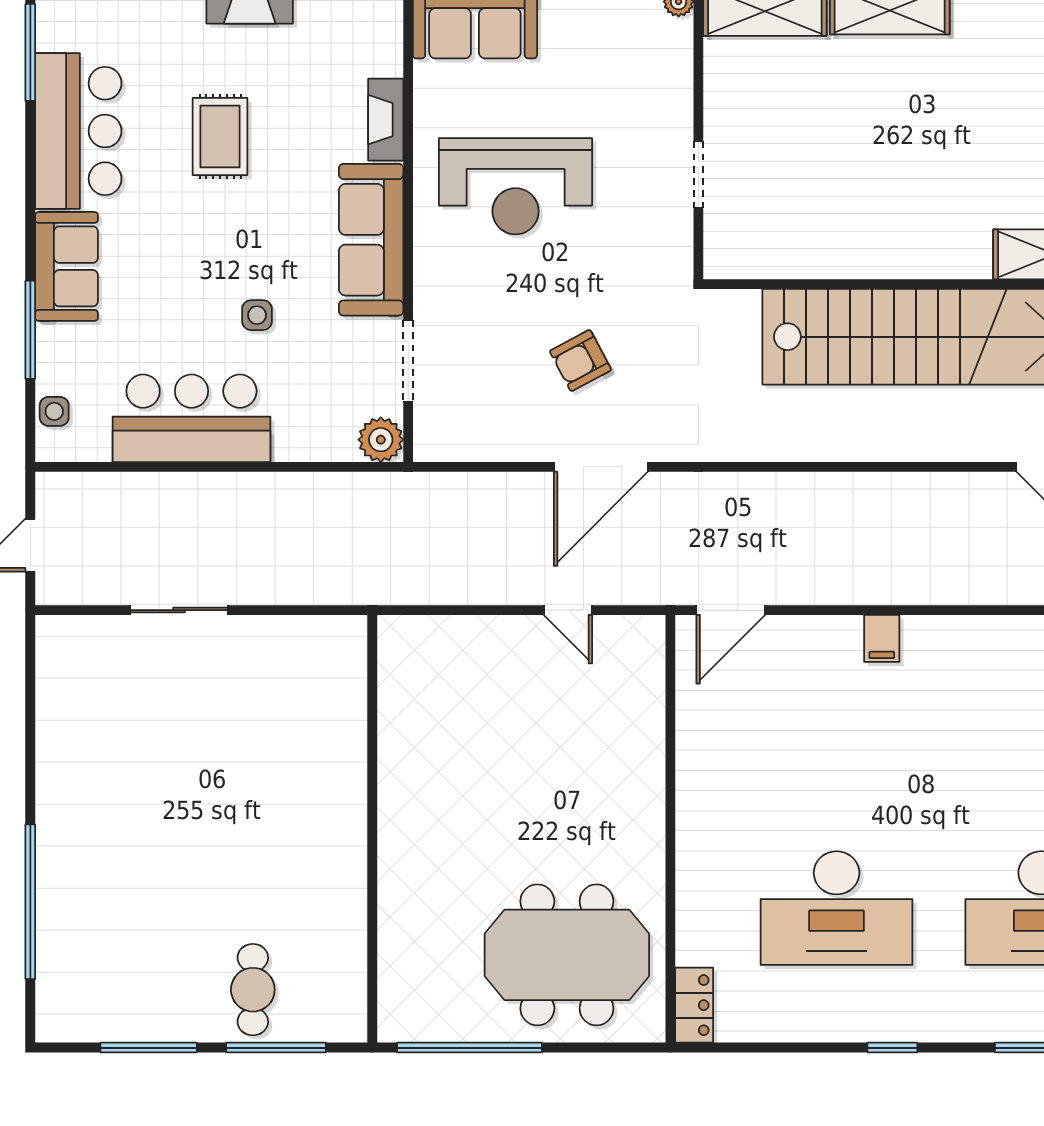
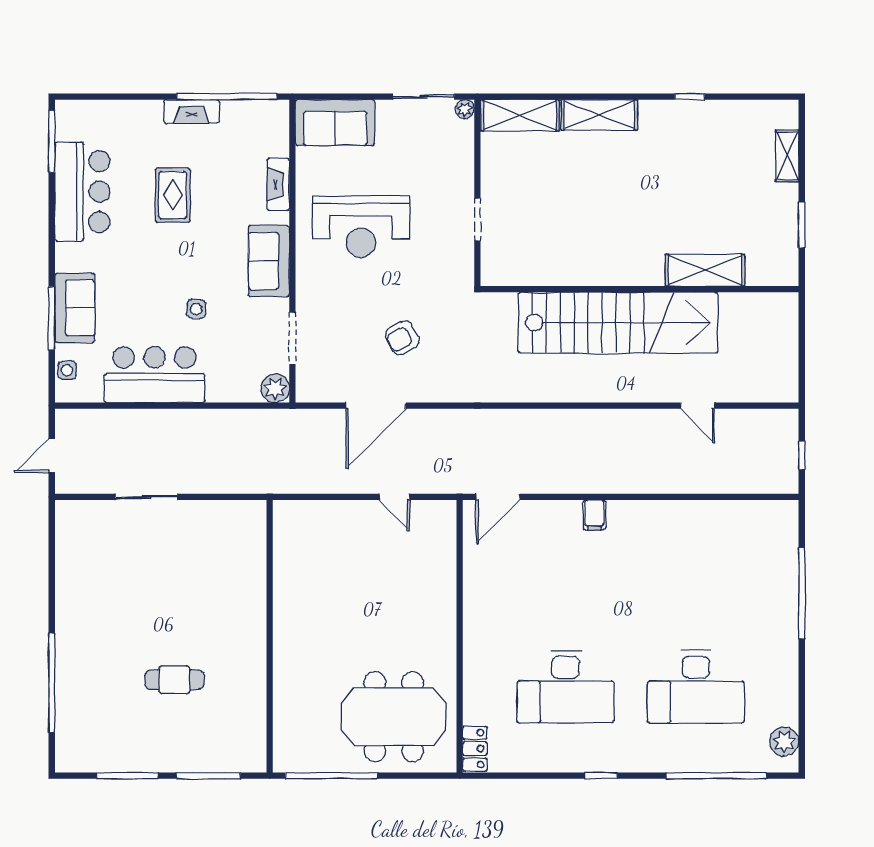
sofa: (371, 240) -> (269, 261), width x0.73
sofa: (67, 266) -> (75, 308), moved
door: (601, 467) -> (376, 406), moved
cafe table: (253, 990) -> (174, 680), moved, turned 90

